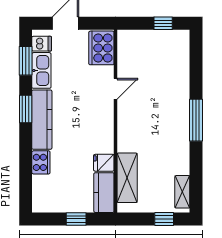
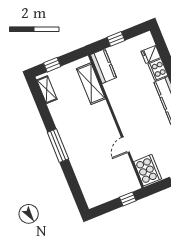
window: (163, 23) -> (128, 199), moved
fridge: (104, 163) -> (151, 54), moved, turned 180

